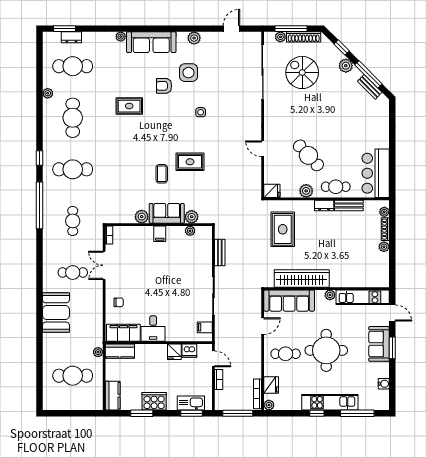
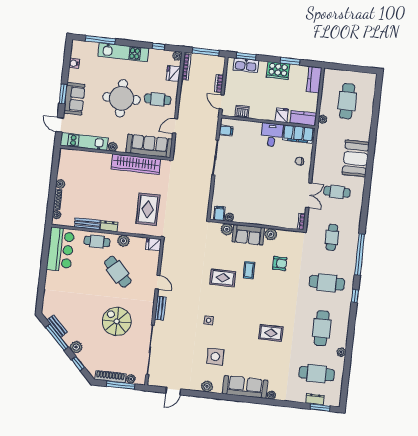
spiral stairs: (302, 72) -> (117, 321), moved, turned 180
armchair: (164, 86) -> (280, 263), moved
filing cabinet: (160, 234) -> (219, 213), moved
bench: (220, 253) -> (160, 308), moved
fridge: (174, 352) -> (282, 115), moved
cafe table: (73, 376) -> (347, 101), turned 90
window: (317, 413) -> (158, 46), moved

